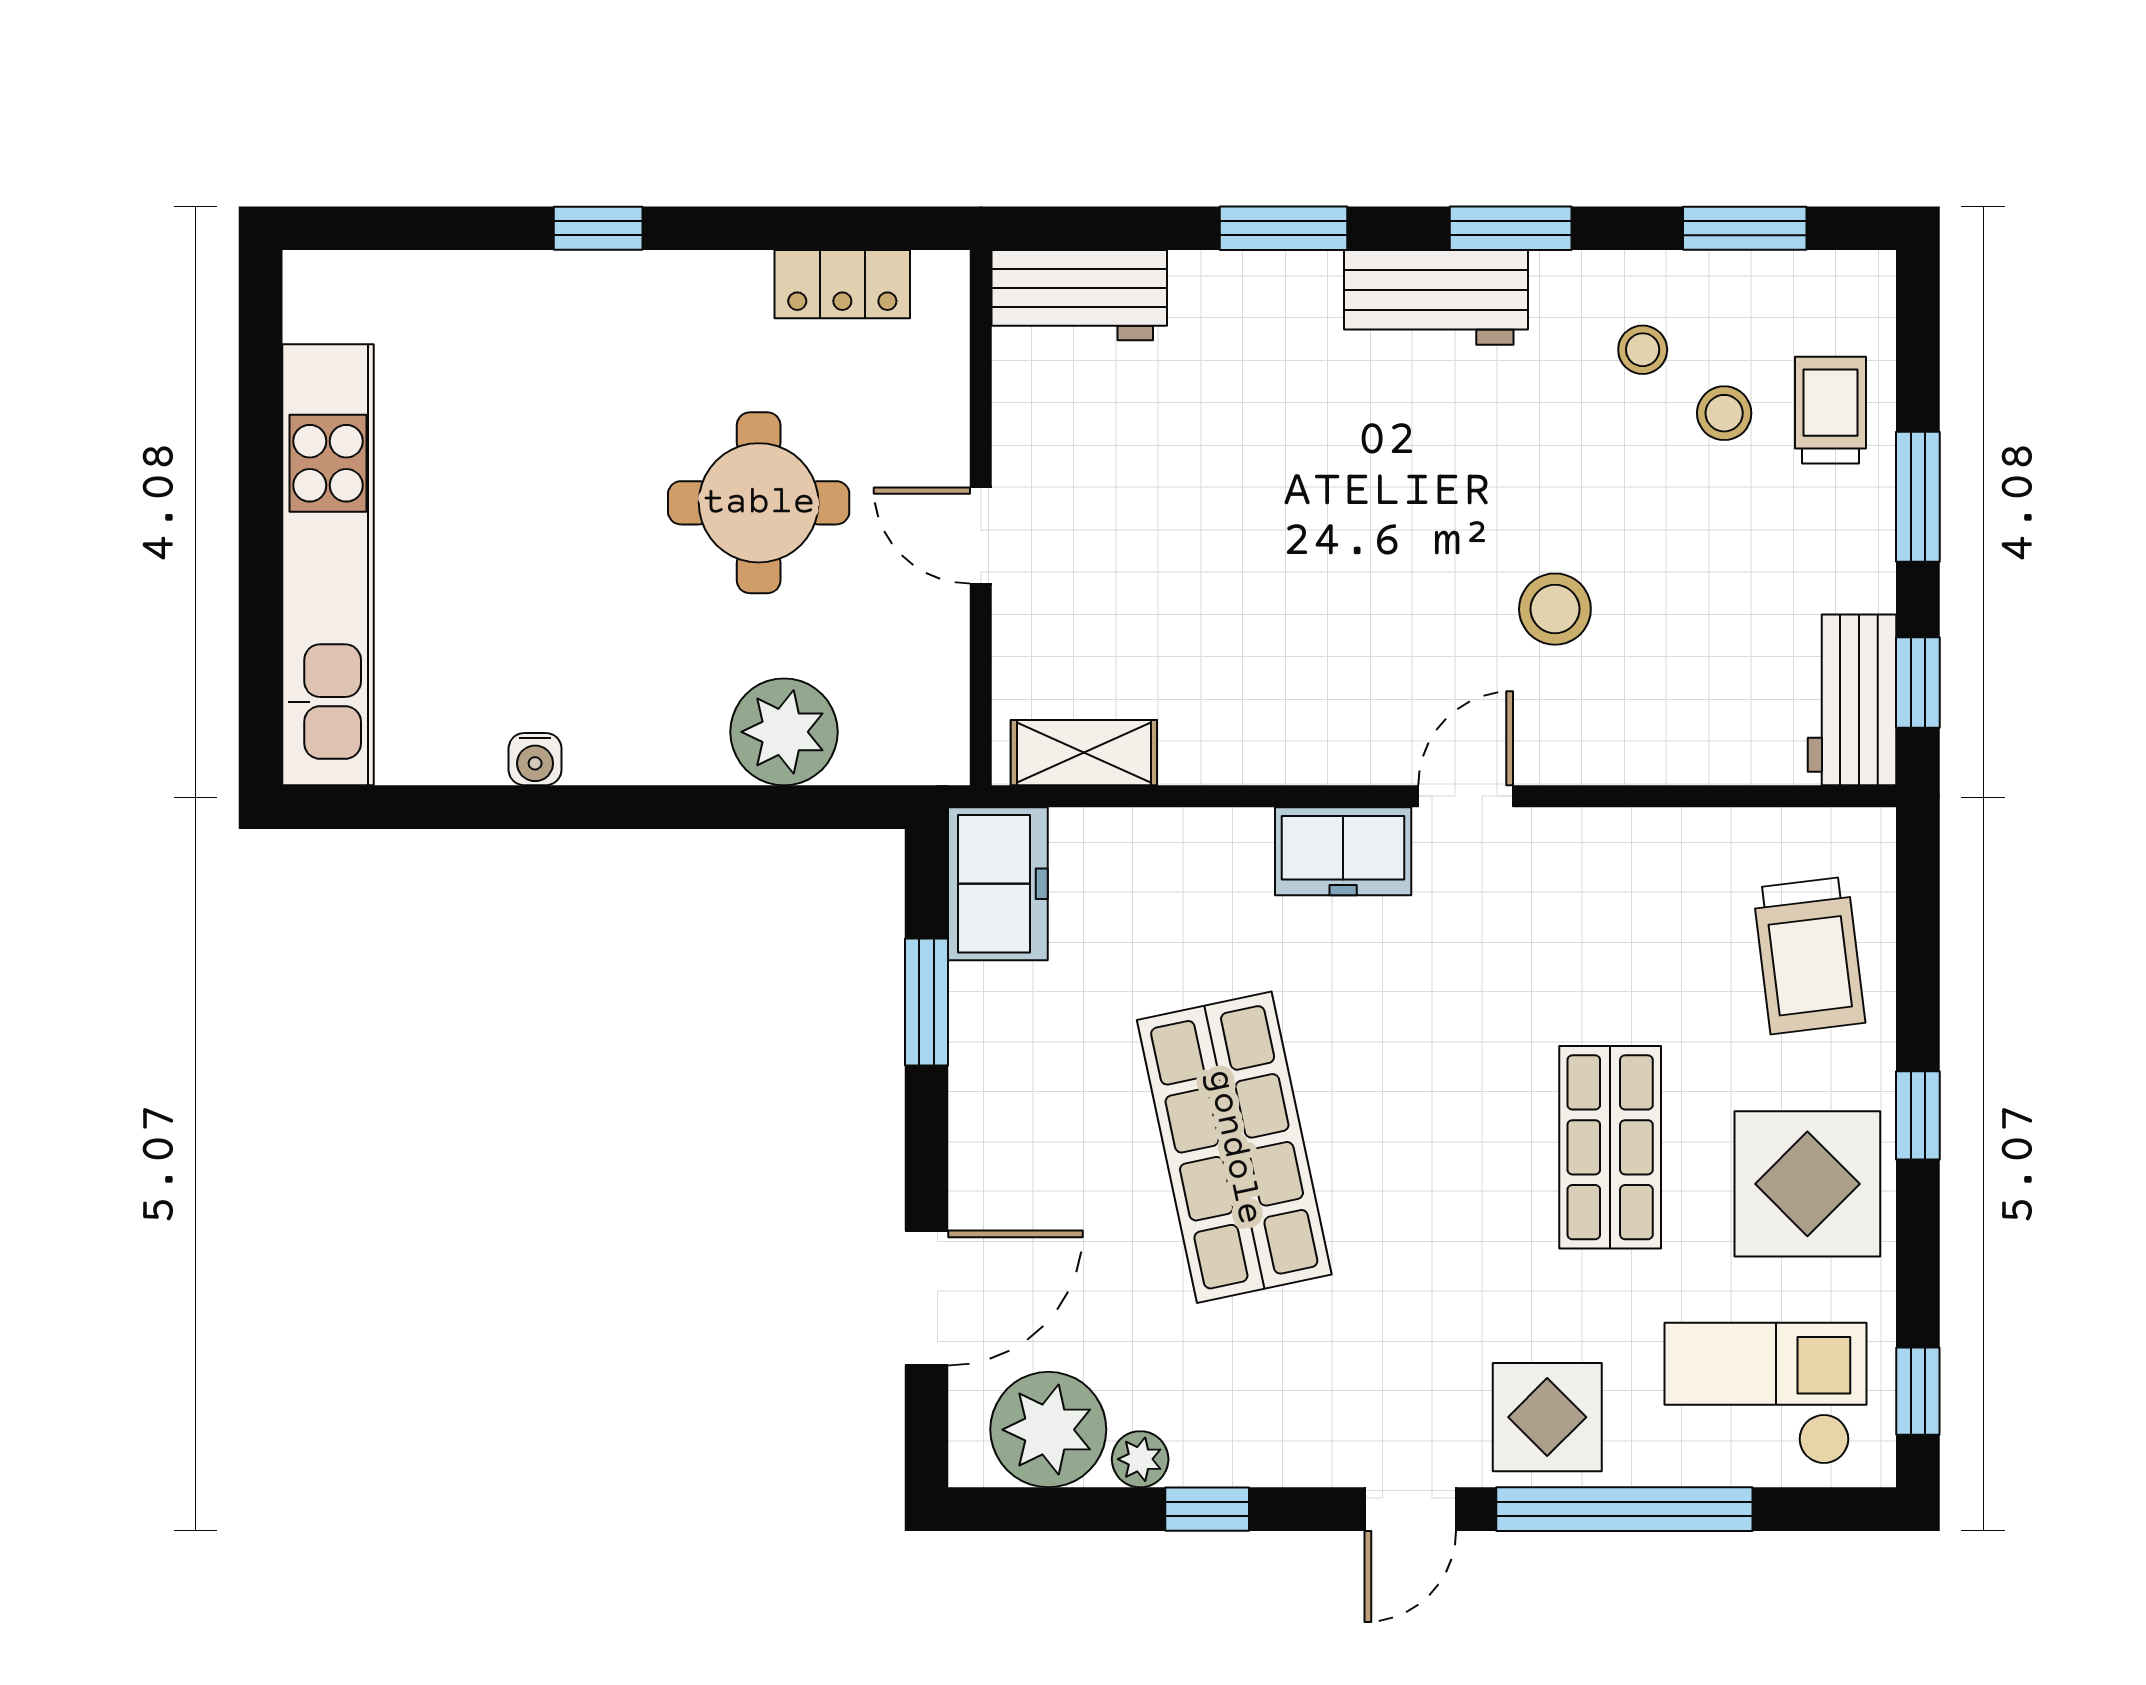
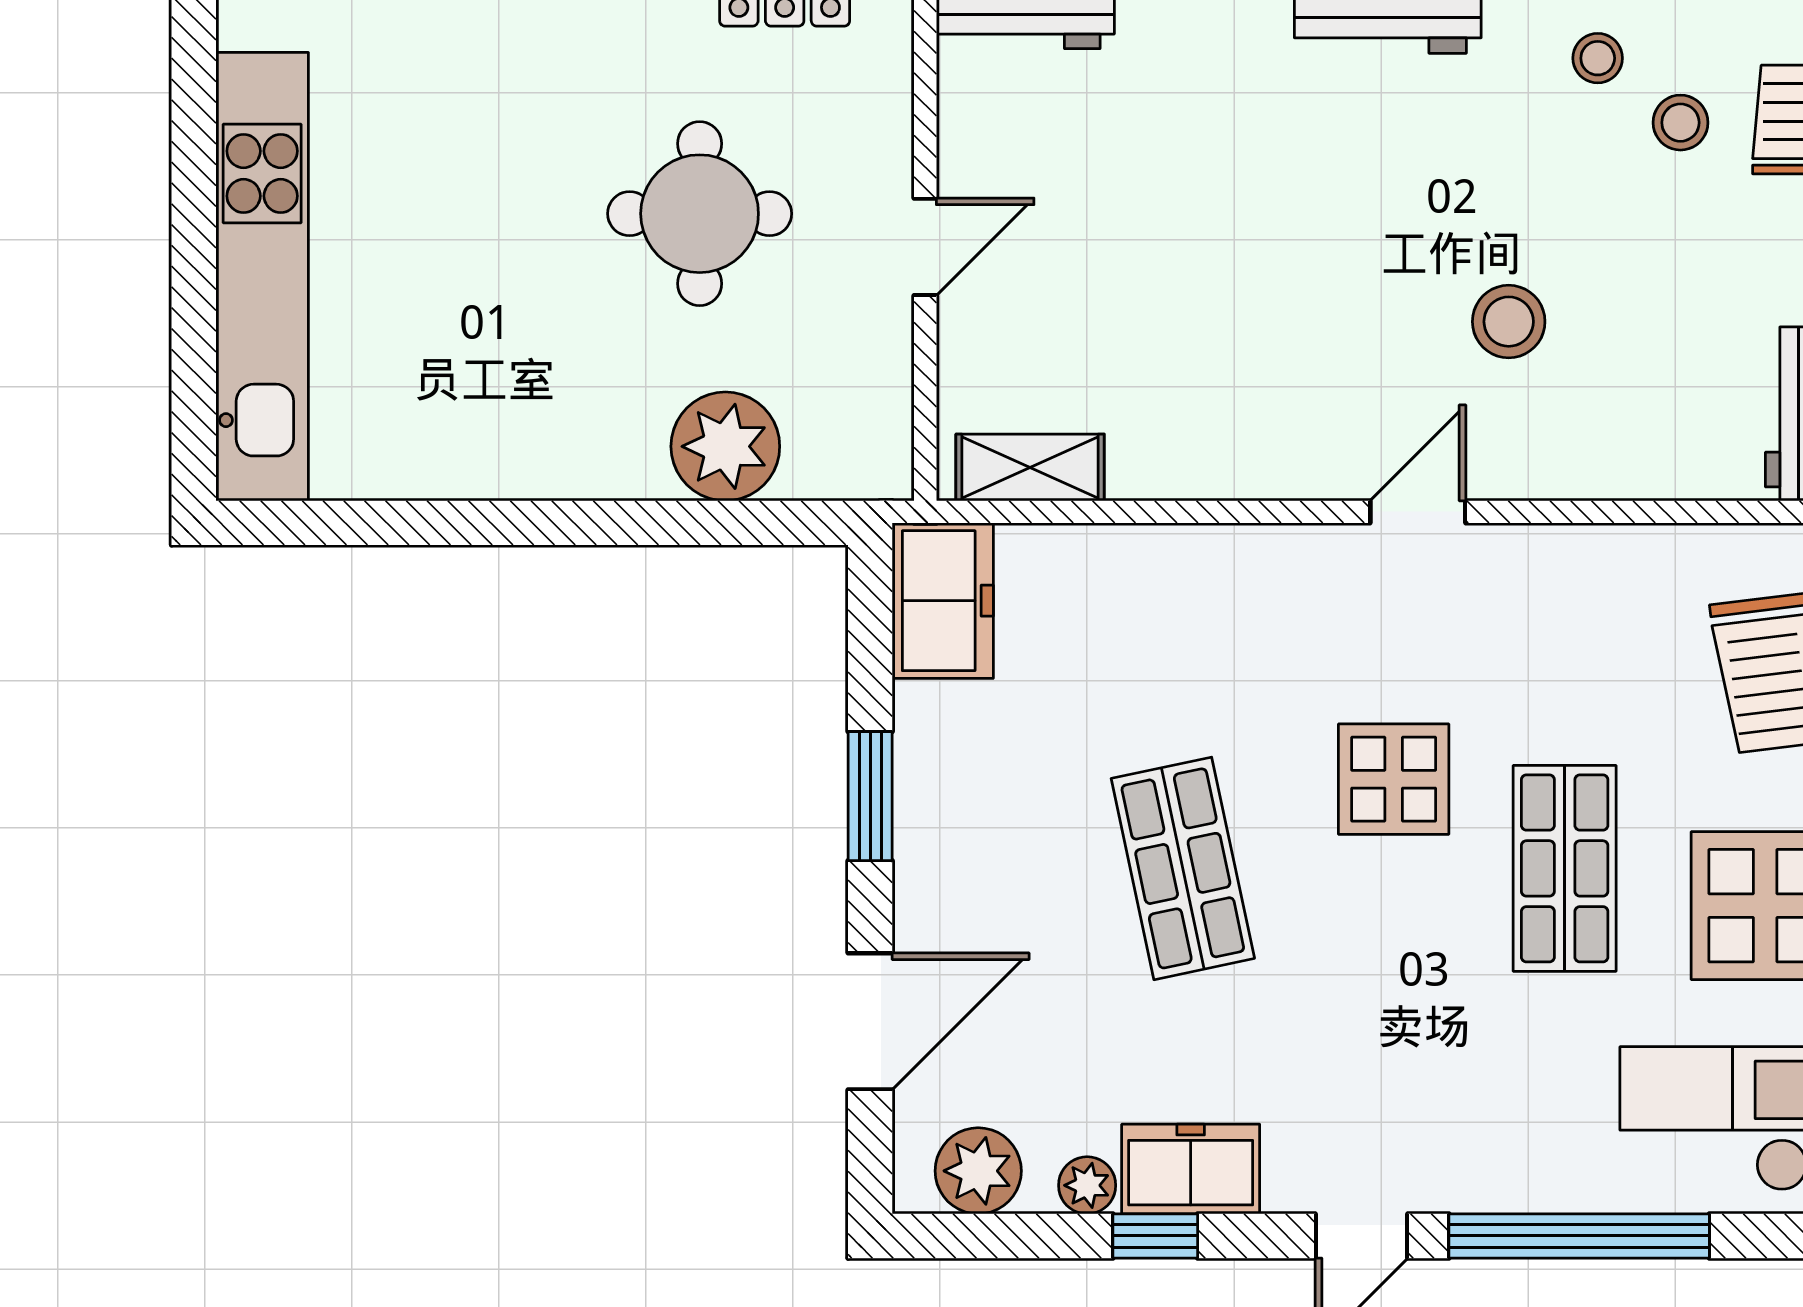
door: (981, 535) -> (925, 247), swing flipped
water cooler: (535, 759) -> (472, 474), removed
freezer: (1343, 851) -> (1191, 1169), moved, turned 180
window: (926, 1002) -> (870, 796), moved
shop shelf: (1234, 1147) -> (1183, 868), width x0.70, depth x0.74
display table: (1547, 1417) -> (1394, 779), moved
plant: (1048, 1430) -> (978, 1171), width x0.73, depth x0.73

